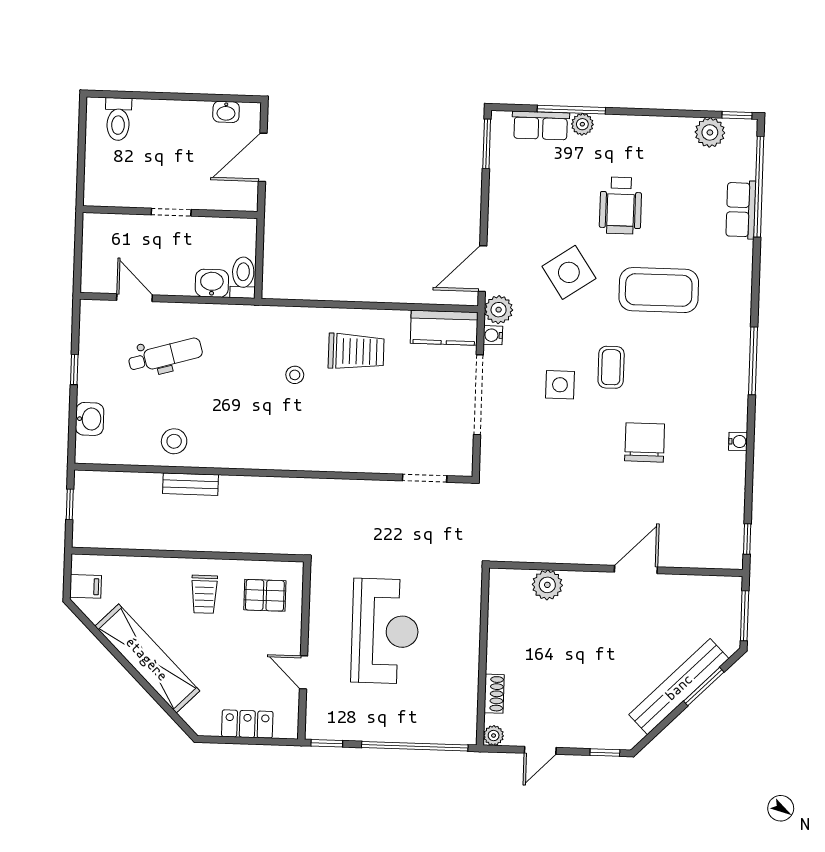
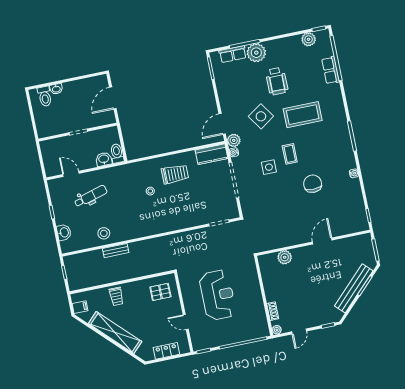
washbasin: (226, 112) -> (56, 89), moved
plant: (582, 124) -> (256, 53), width x1.88, depth x1.88
trolley: (204, 594) -> (116, 296), moved

